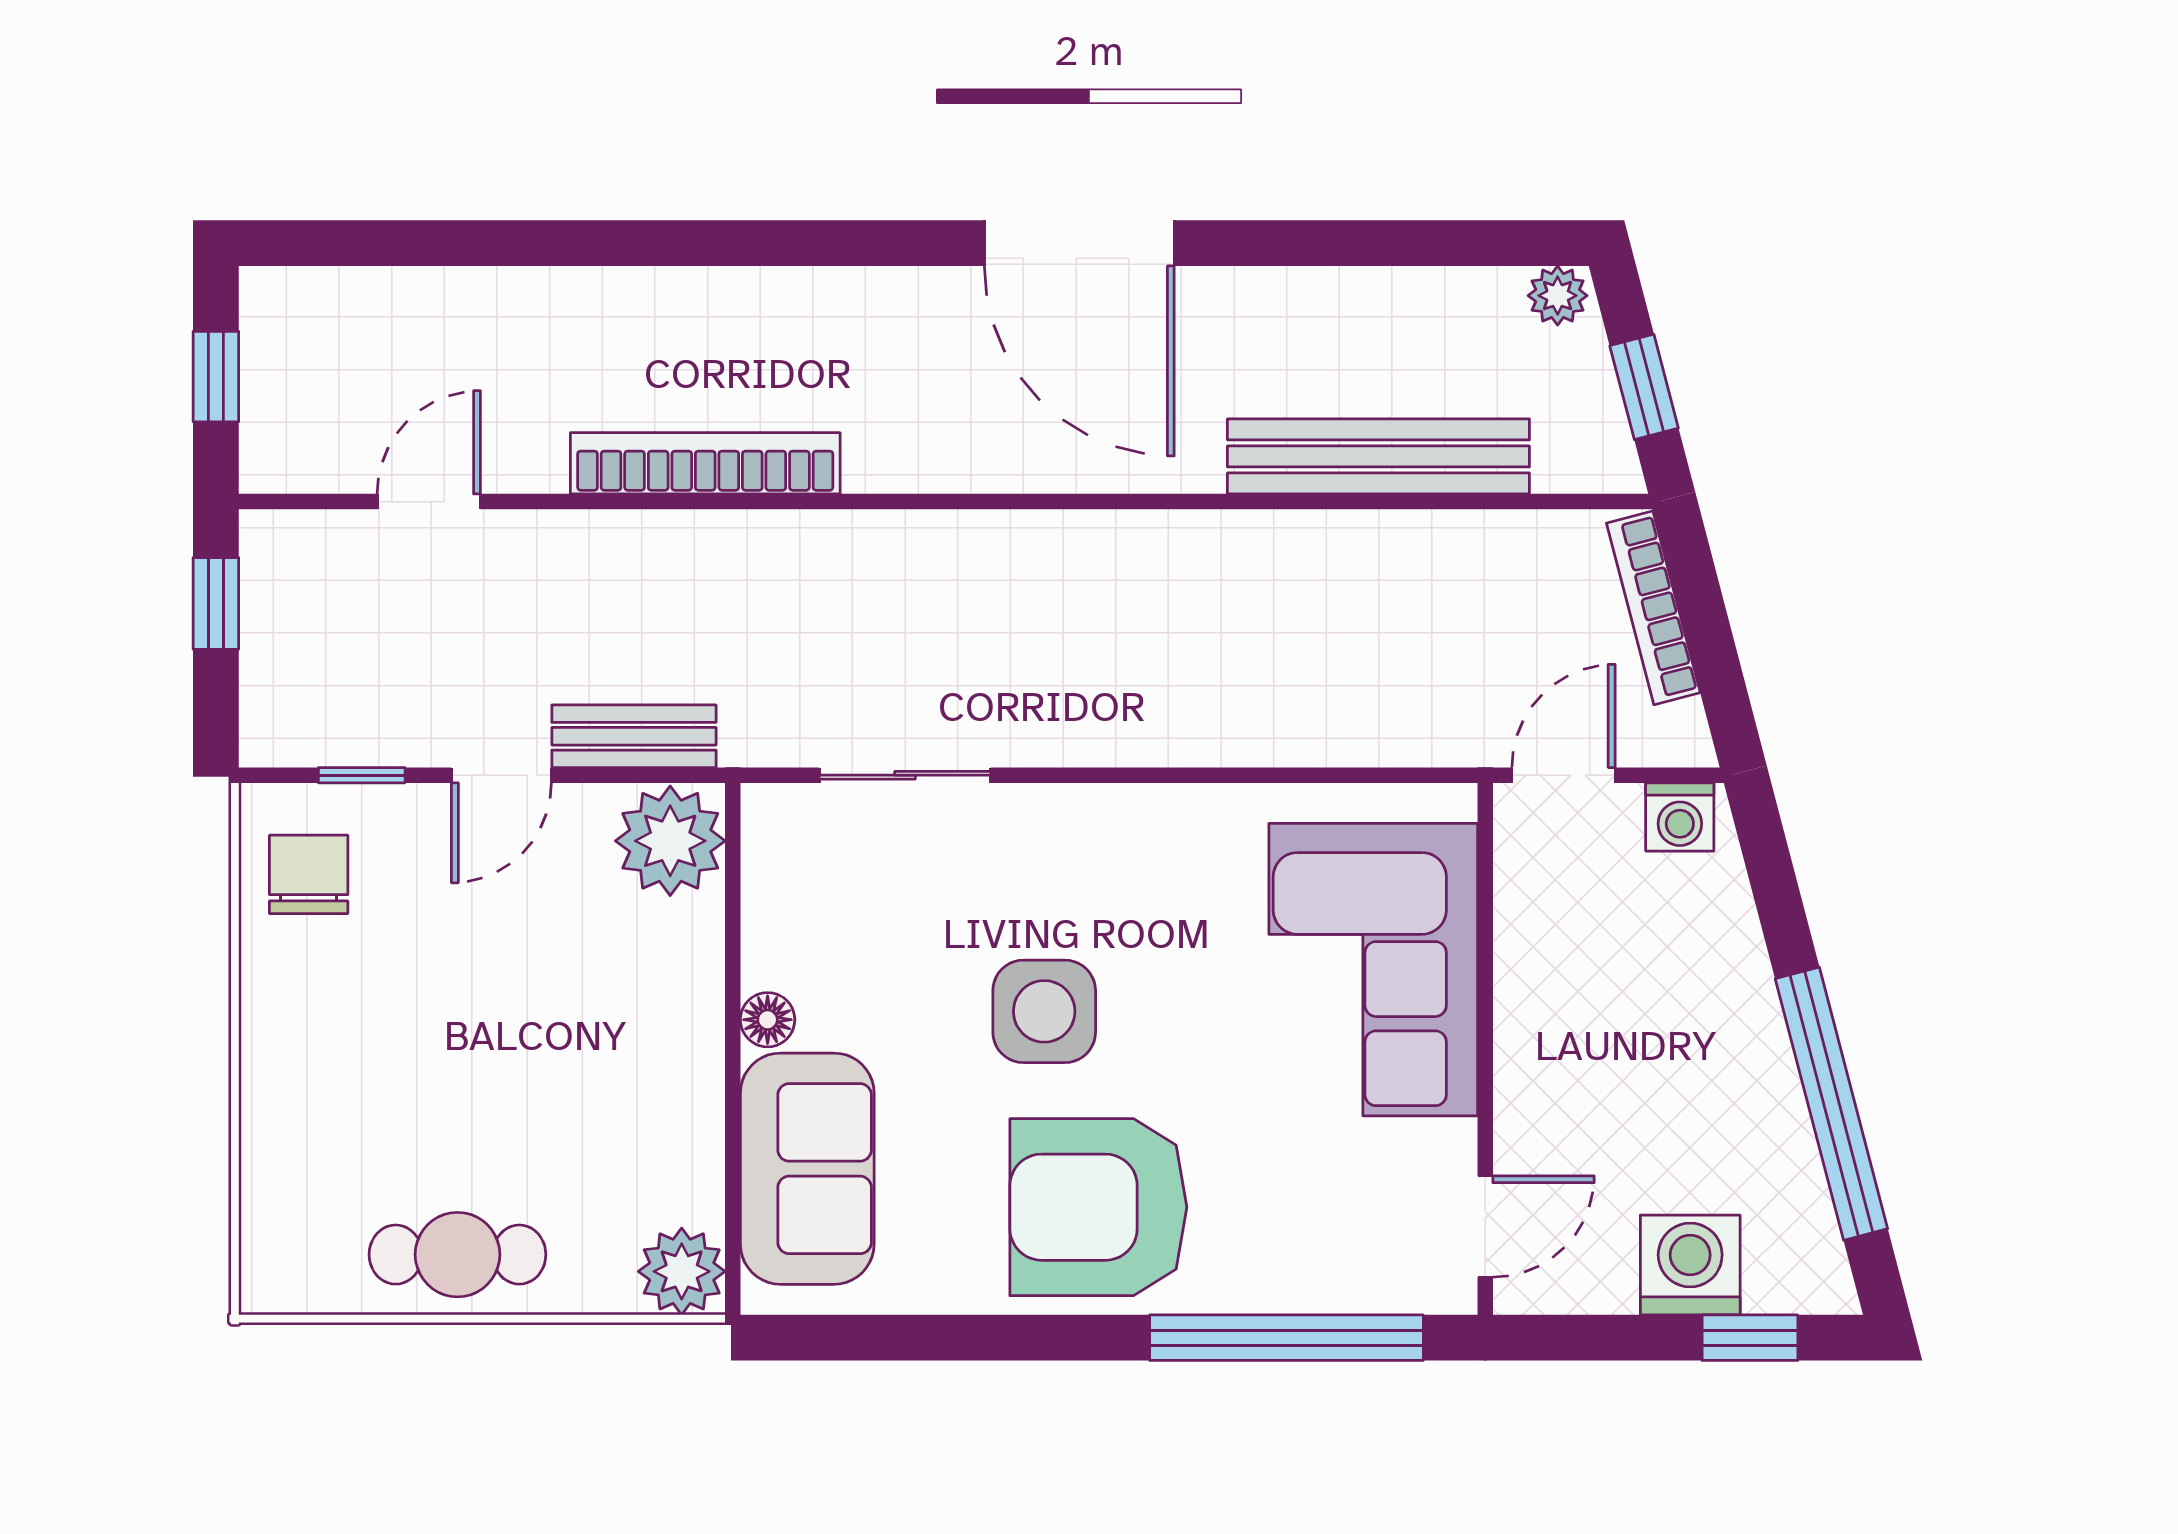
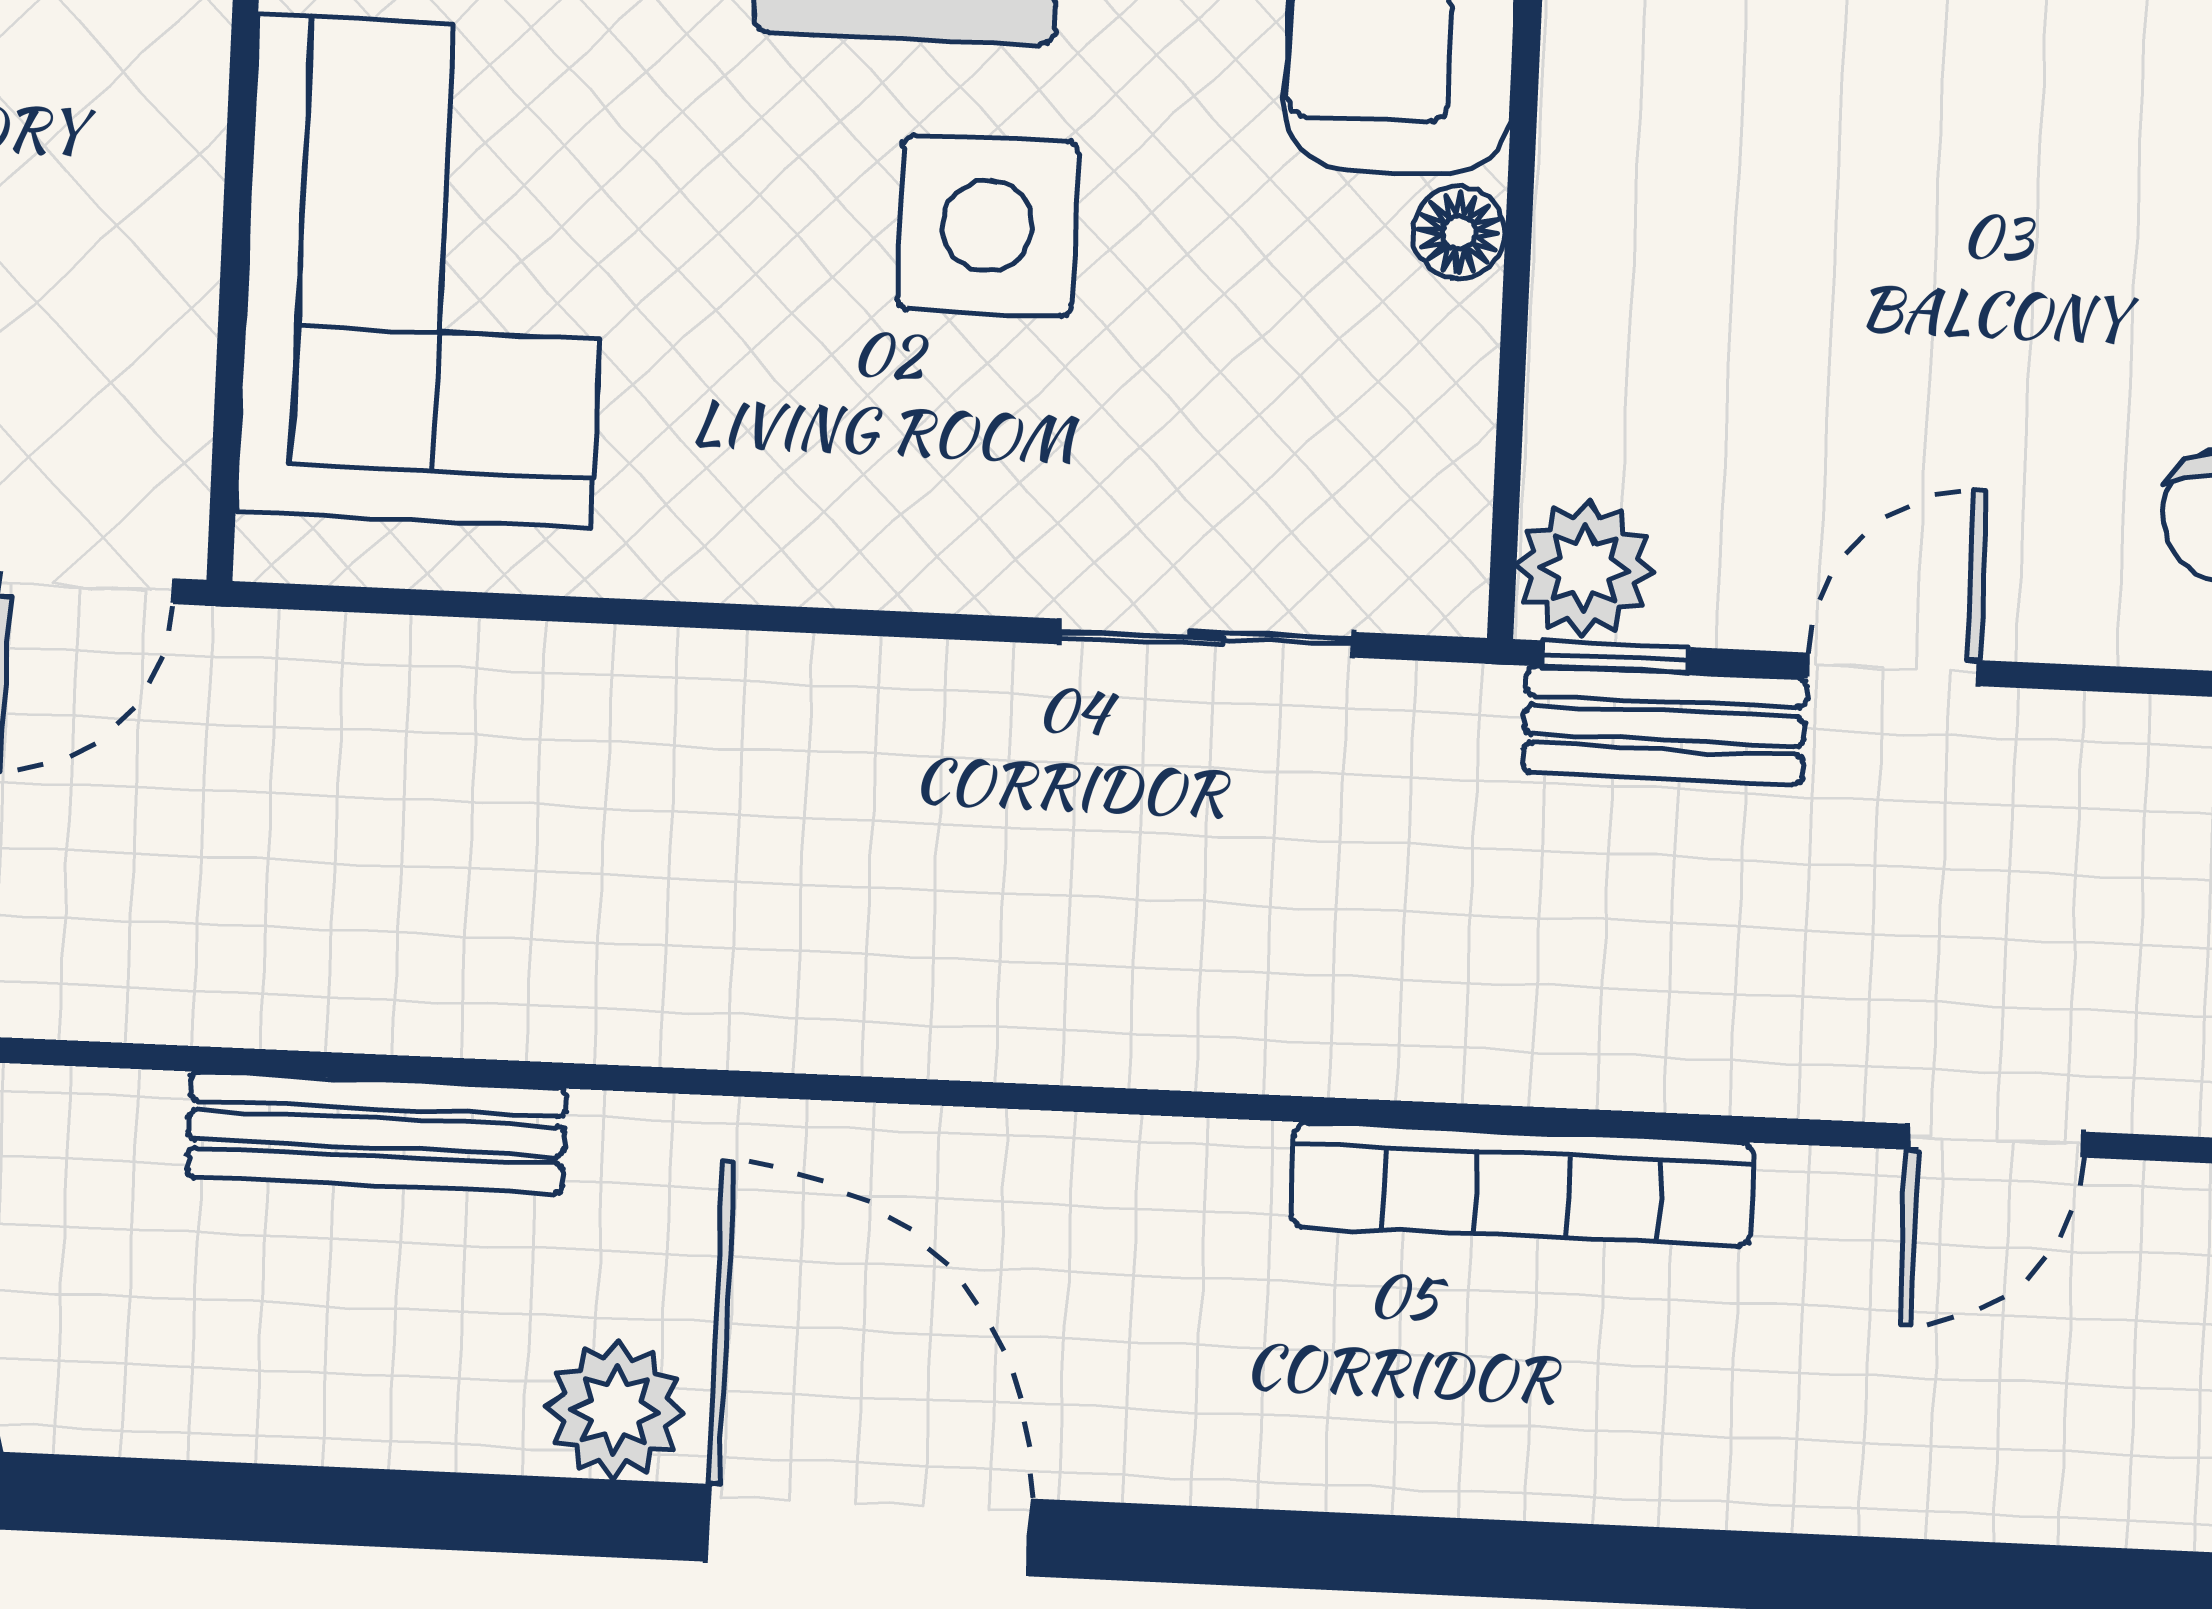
plant: (1558, 296) -> (615, 1410), moved, width x1.38, depth x1.38
bench: (1378, 456) -> (377, 1133), width x0.73, depth x0.82
window: (362, 775) -> (1616, 657), moved
plant: (670, 841) -> (1585, 569), width x0.73, depth x0.73

